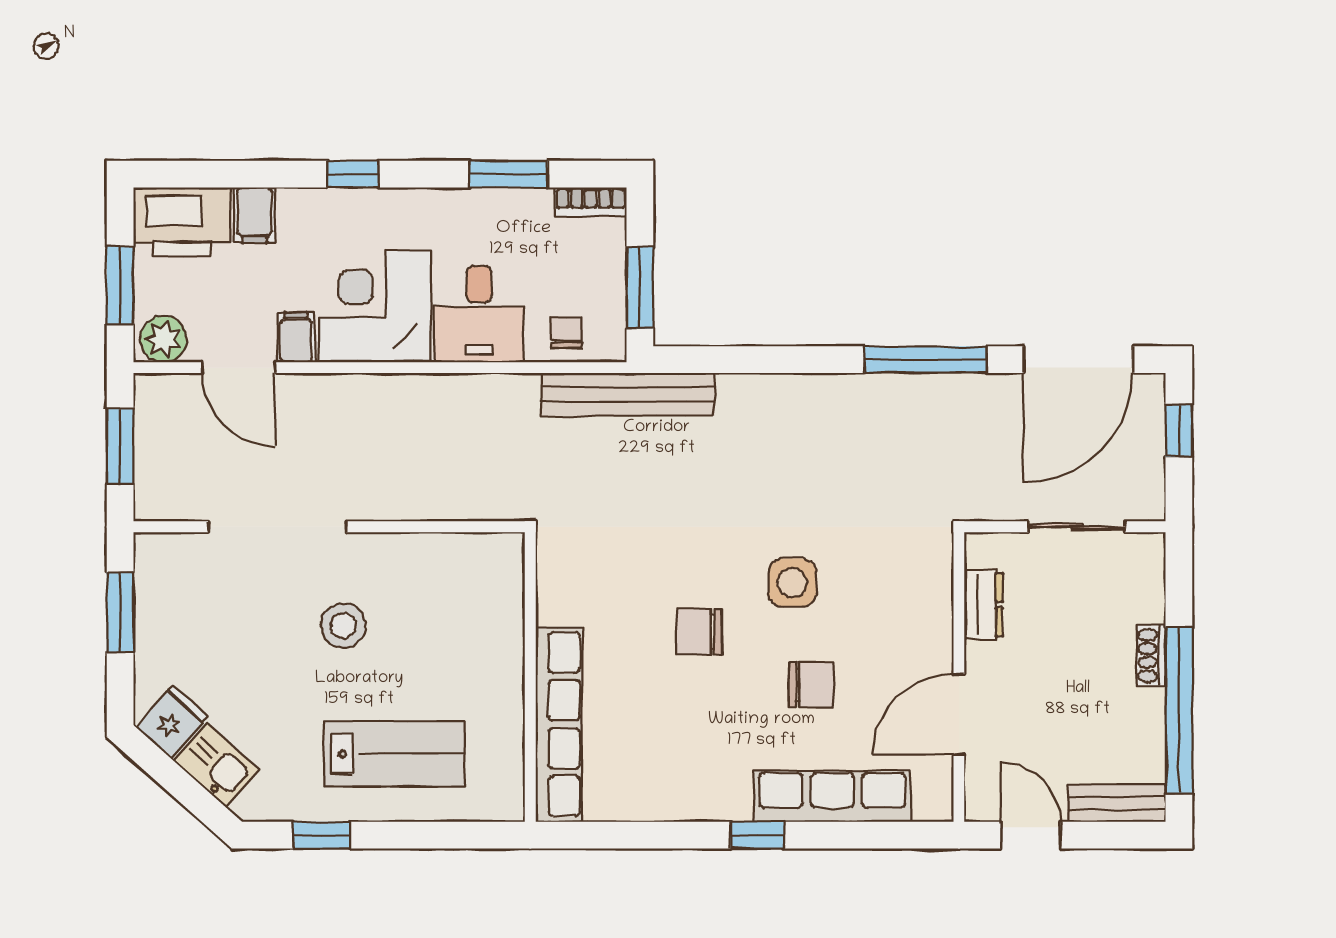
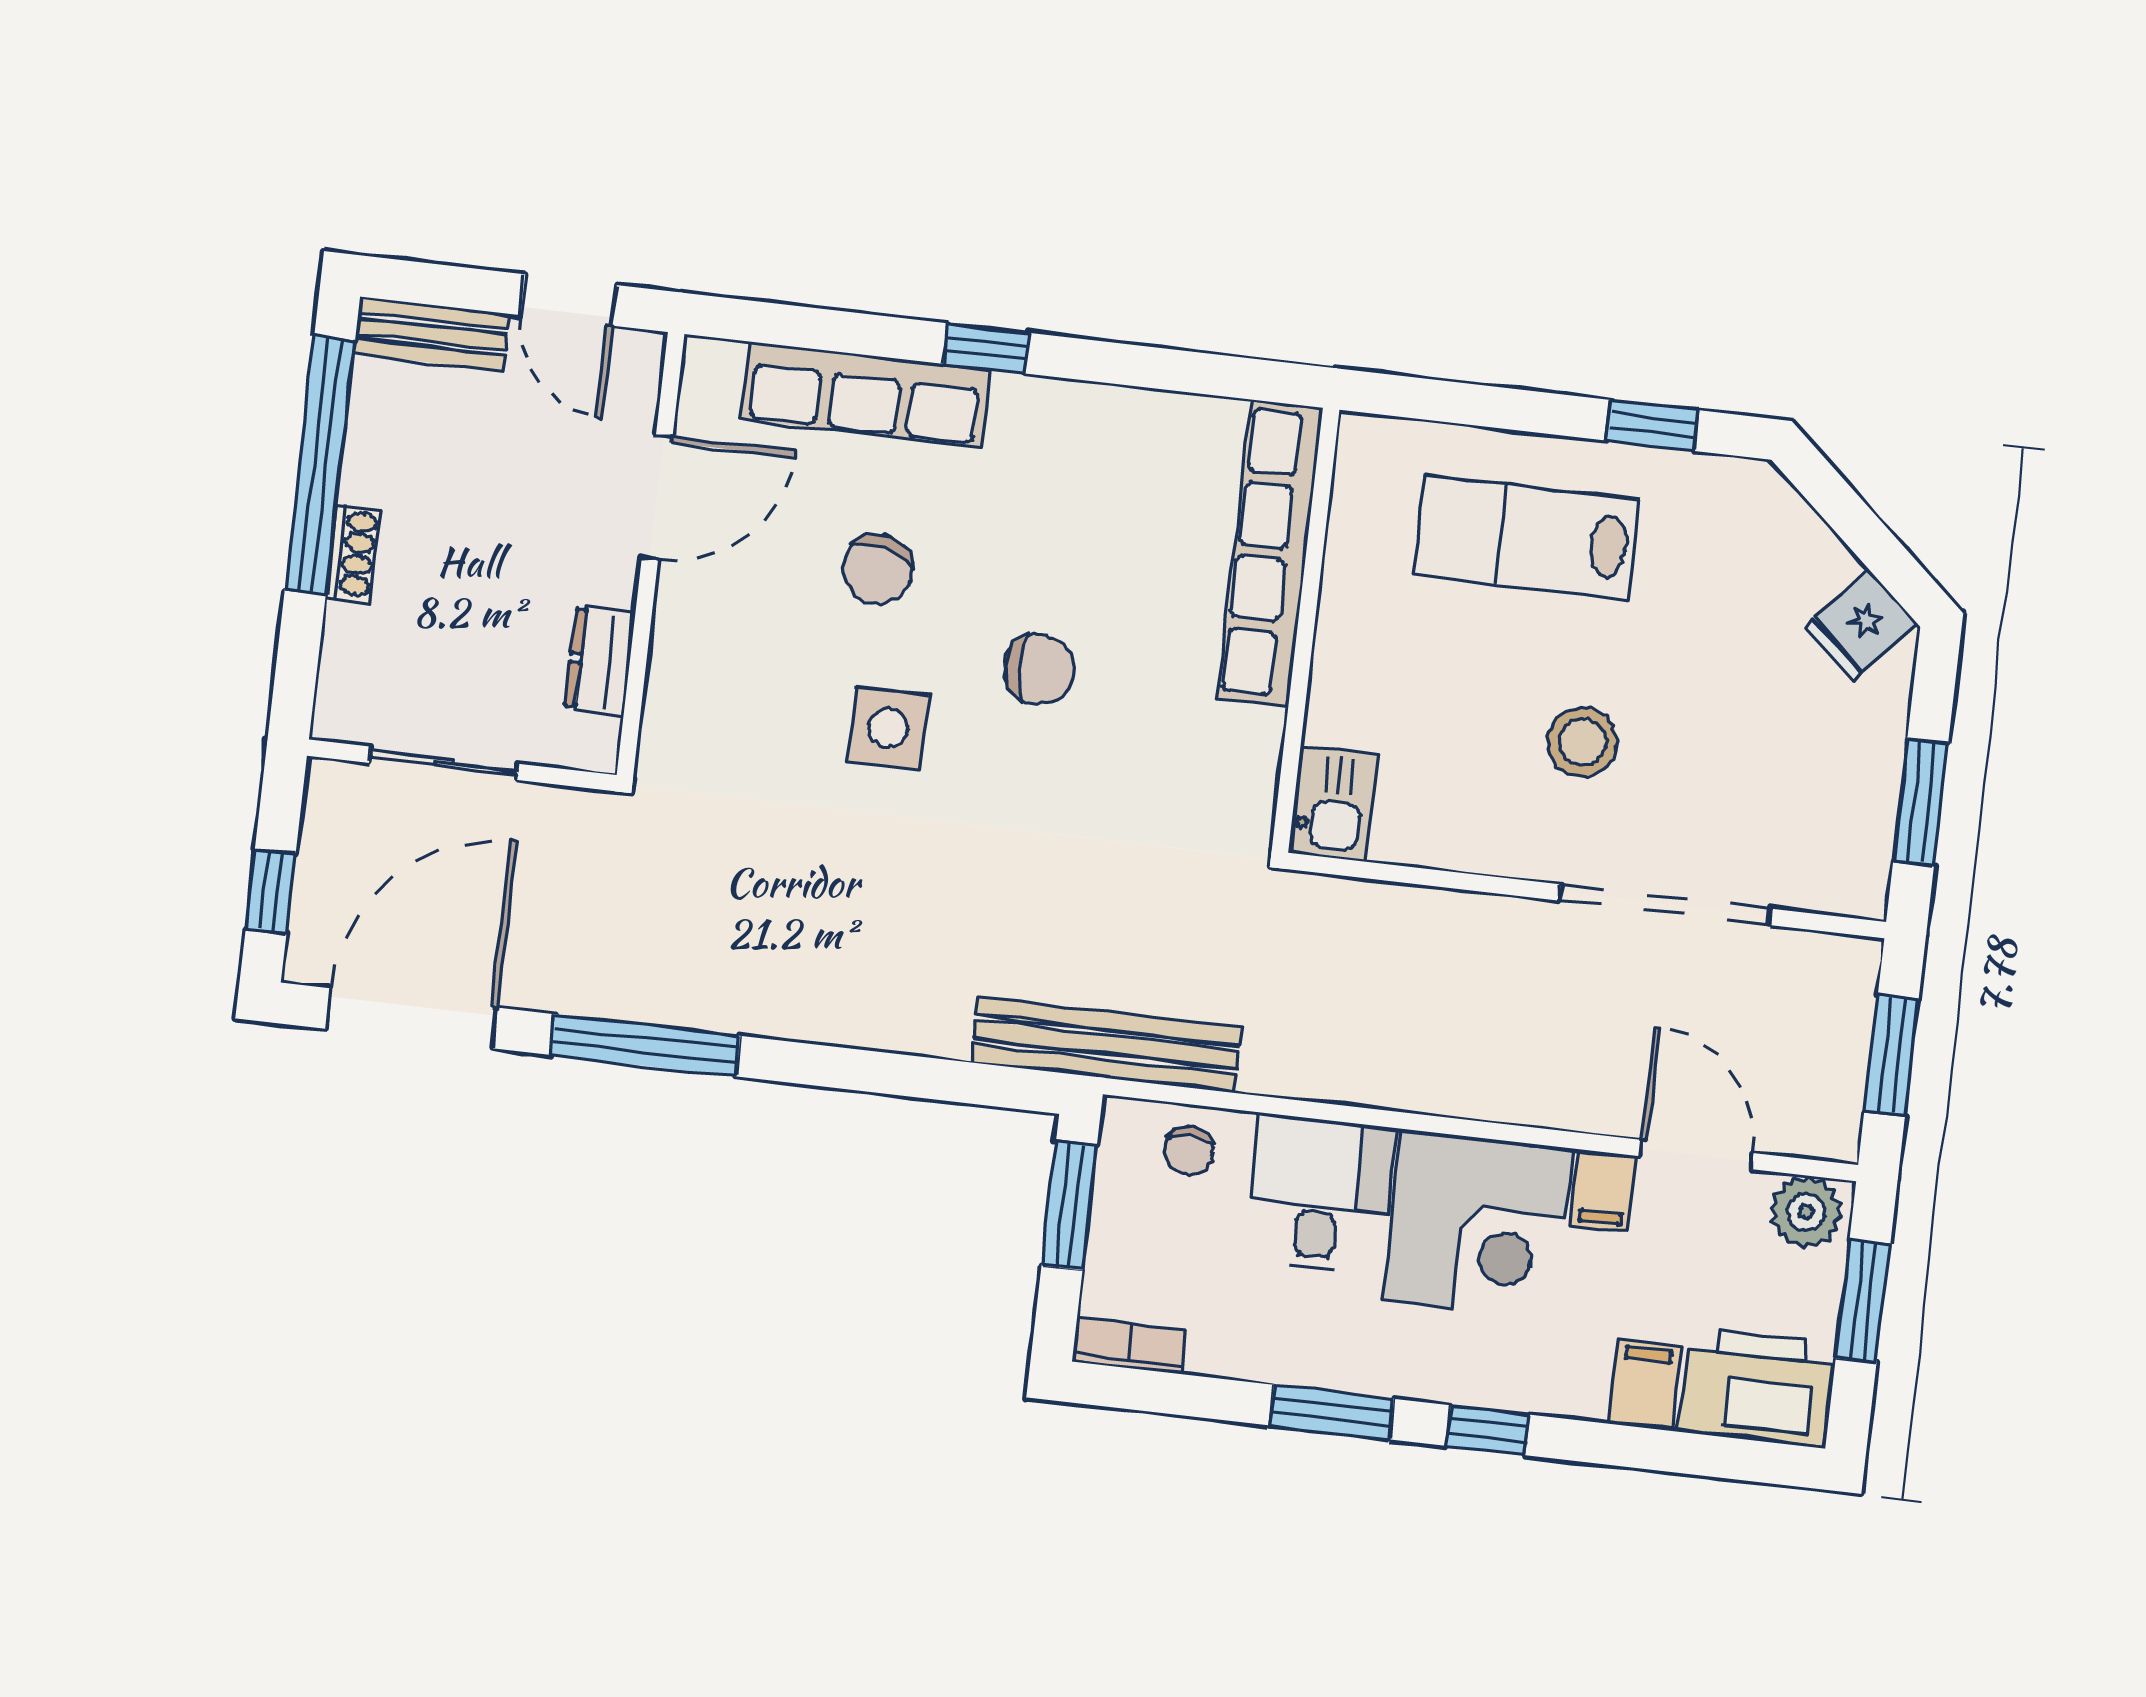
window: (508, 174) -> (1332, 1412), moved
chair: (811, 684) -> (878, 569), turned -75
kitchen sink: (217, 765) -> (1333, 804), moved, turned -132

